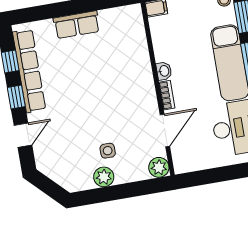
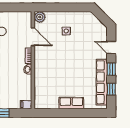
door: (165, 130) -> (33, 37), swing flipped
door: (23, 135) -> (111, 48), hinge flipped
plant: (104, 177) -> (71, 17), removed

